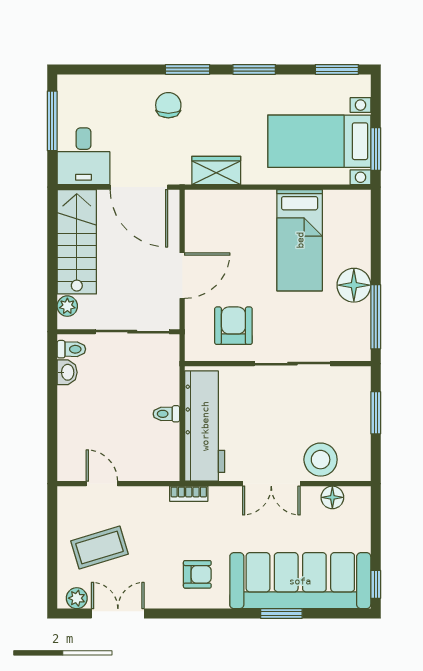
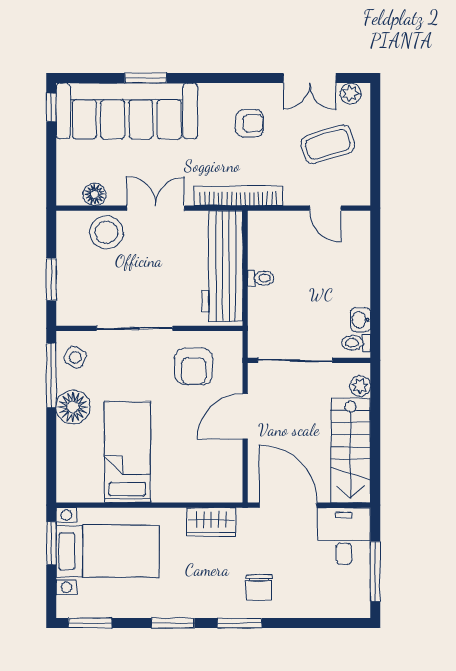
side table: (352, 335) -> (75, 357), added
bookcase: (189, 494) -> (238, 196), width x2.31, depth x1.31
armchair: (197, 574) -> (250, 123), moved, turned 180

